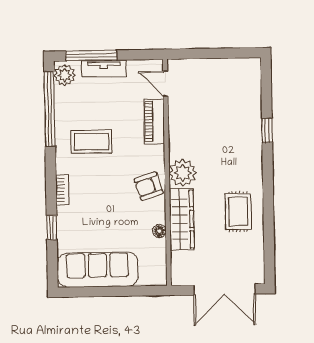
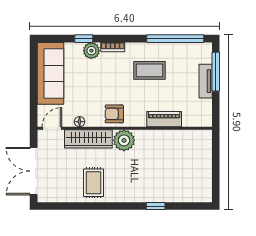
plant: (65, 75) -> (91, 51), moved
door: (165, 84) -> (52, 128), moved
coffee table: (91, 142) -> (149, 70), turned 90
armchair: (149, 186) -> (114, 114), turned -72
rug: (238, 211) -> (94, 183), turned 90

